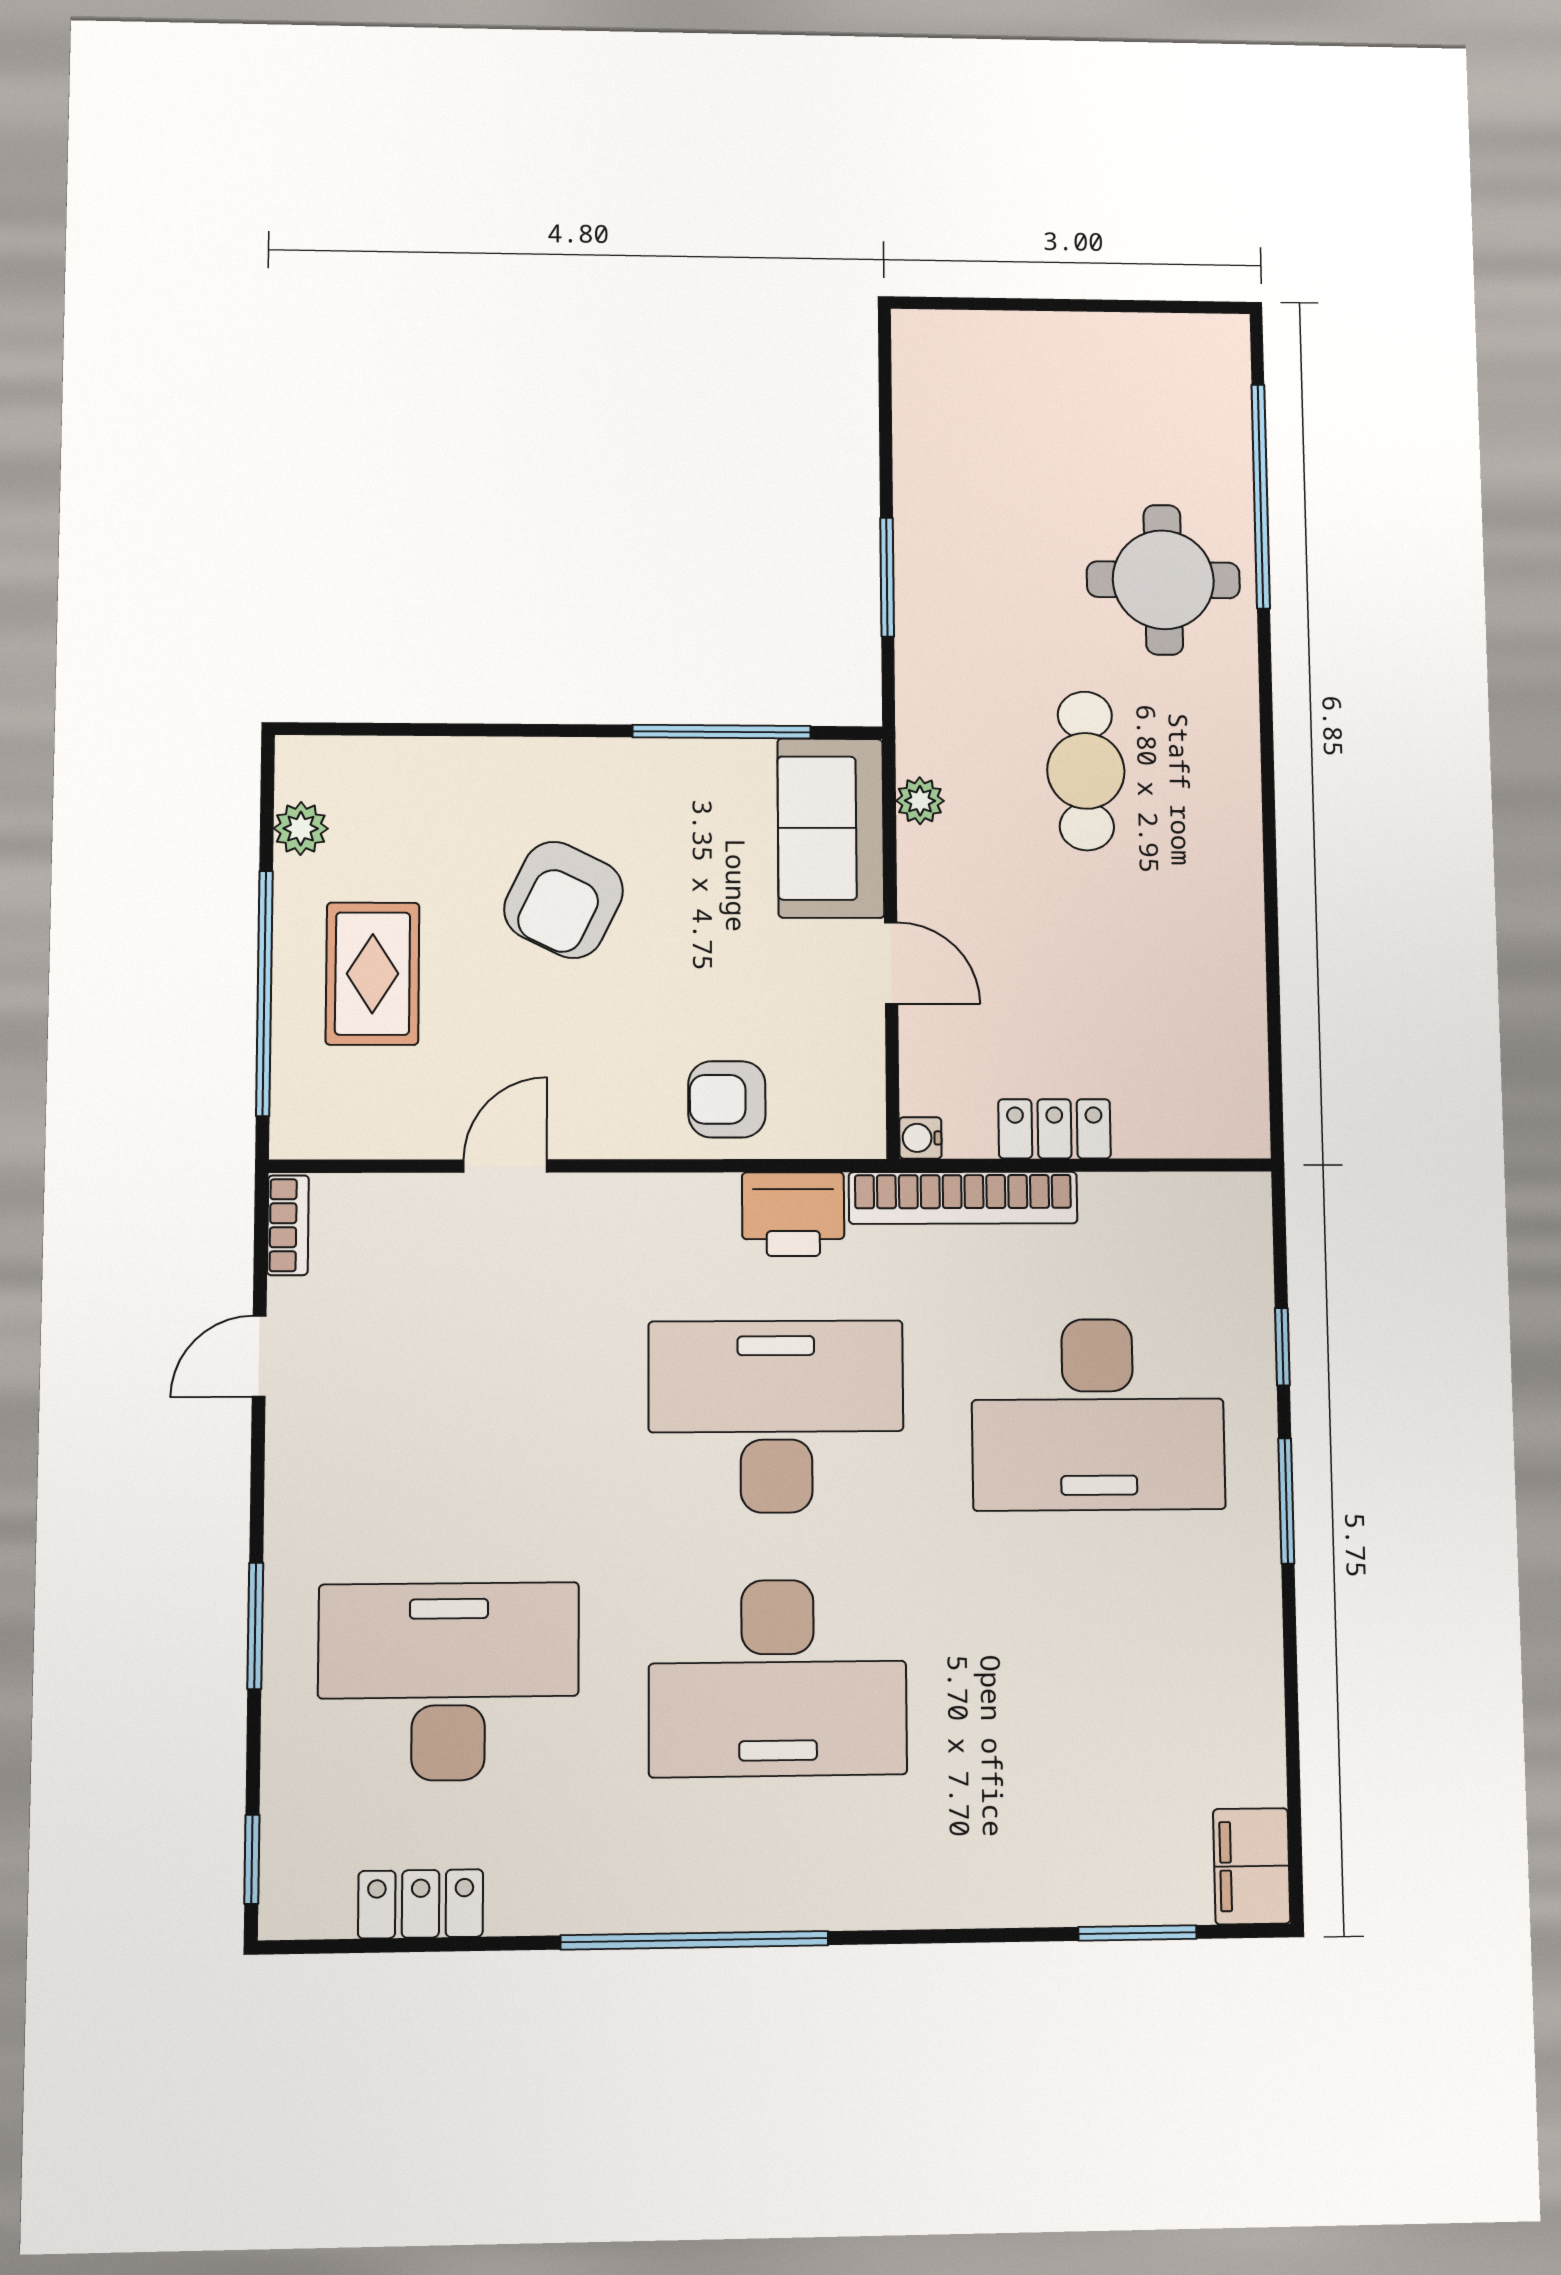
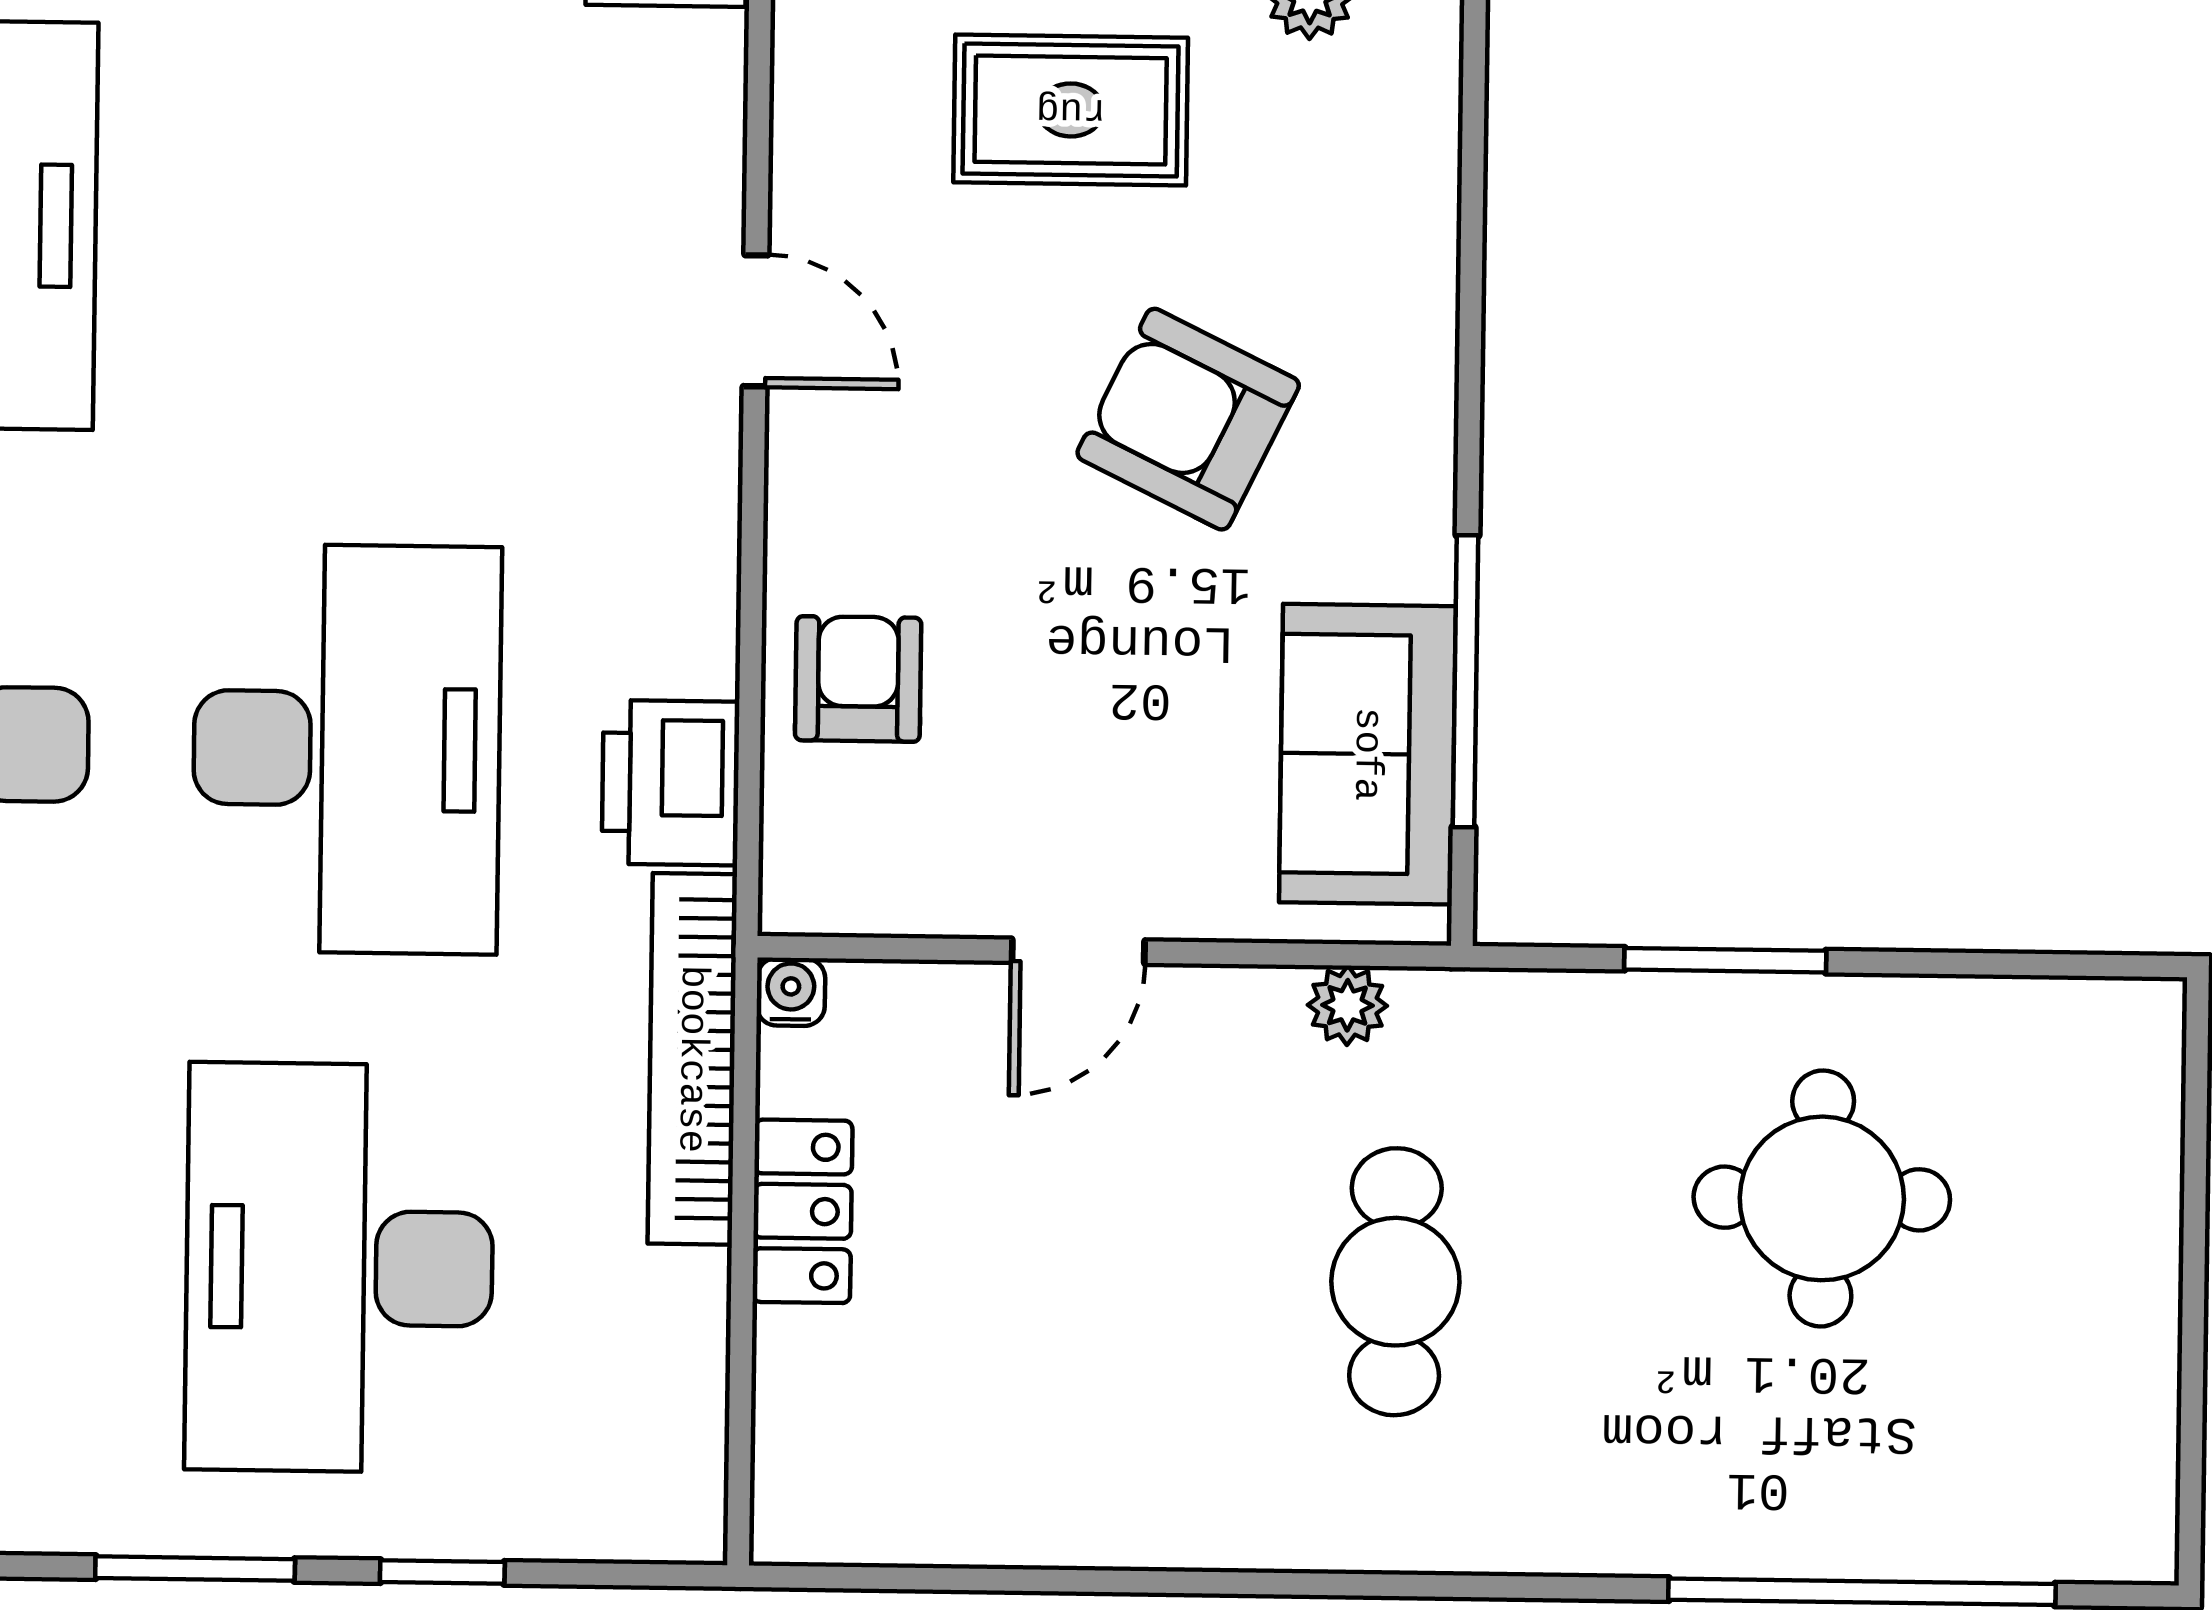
round table: (1163, 580) -> (1822, 1198), moved
cafe table: (1086, 771) -> (1395, 1282), turned 90
sofa: (831, 828) -> (1367, 754), moved, turned -90

